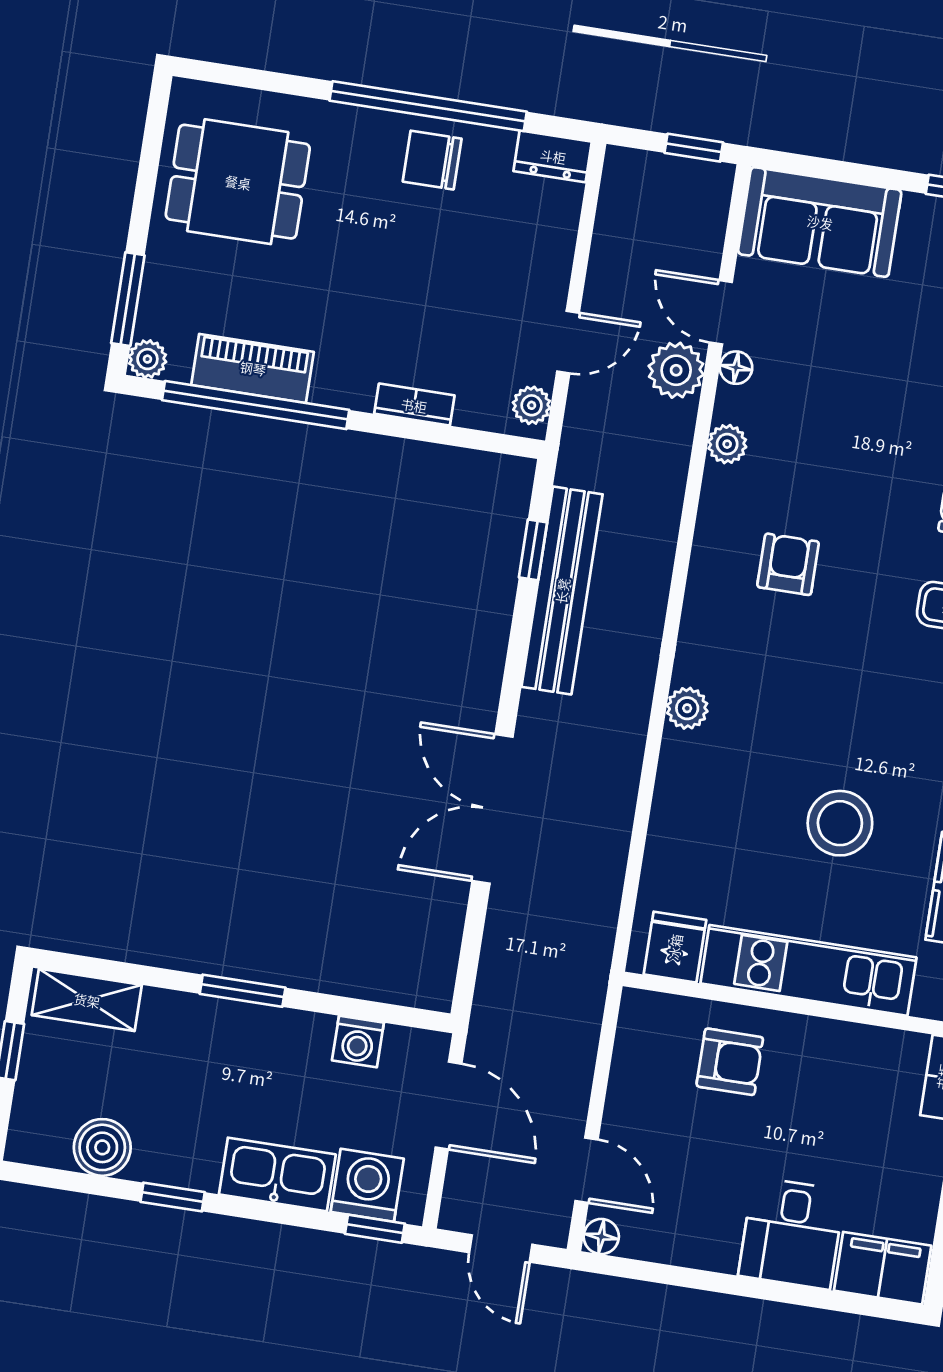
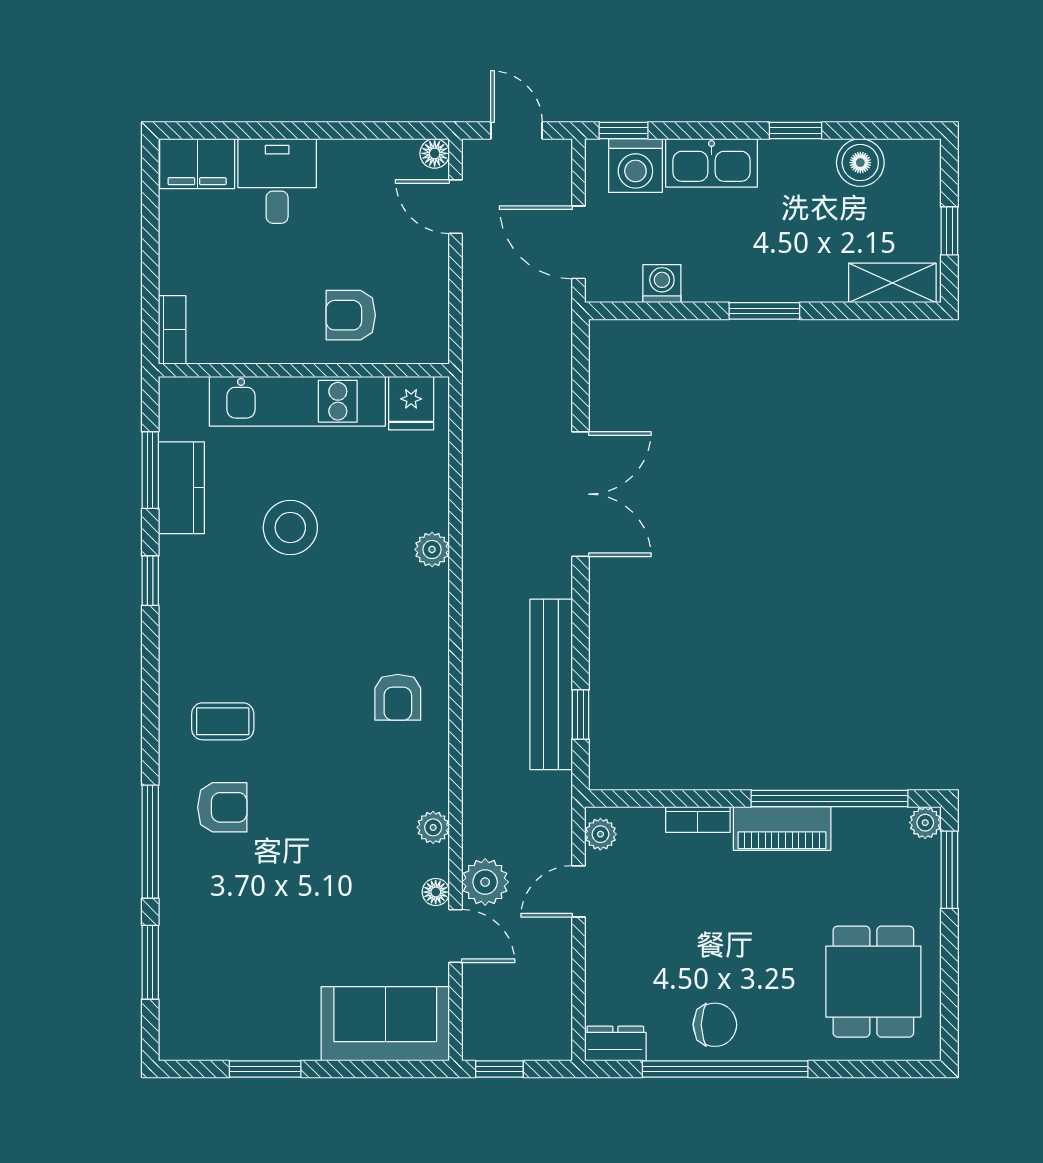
dining table: (238, 182) -> (873, 982), turned 90
piano: (253, 368) -> (782, 829), moved
armchair: (788, 564) -> (398, 697), moved
plant: (687, 708) -> (432, 549), moved

